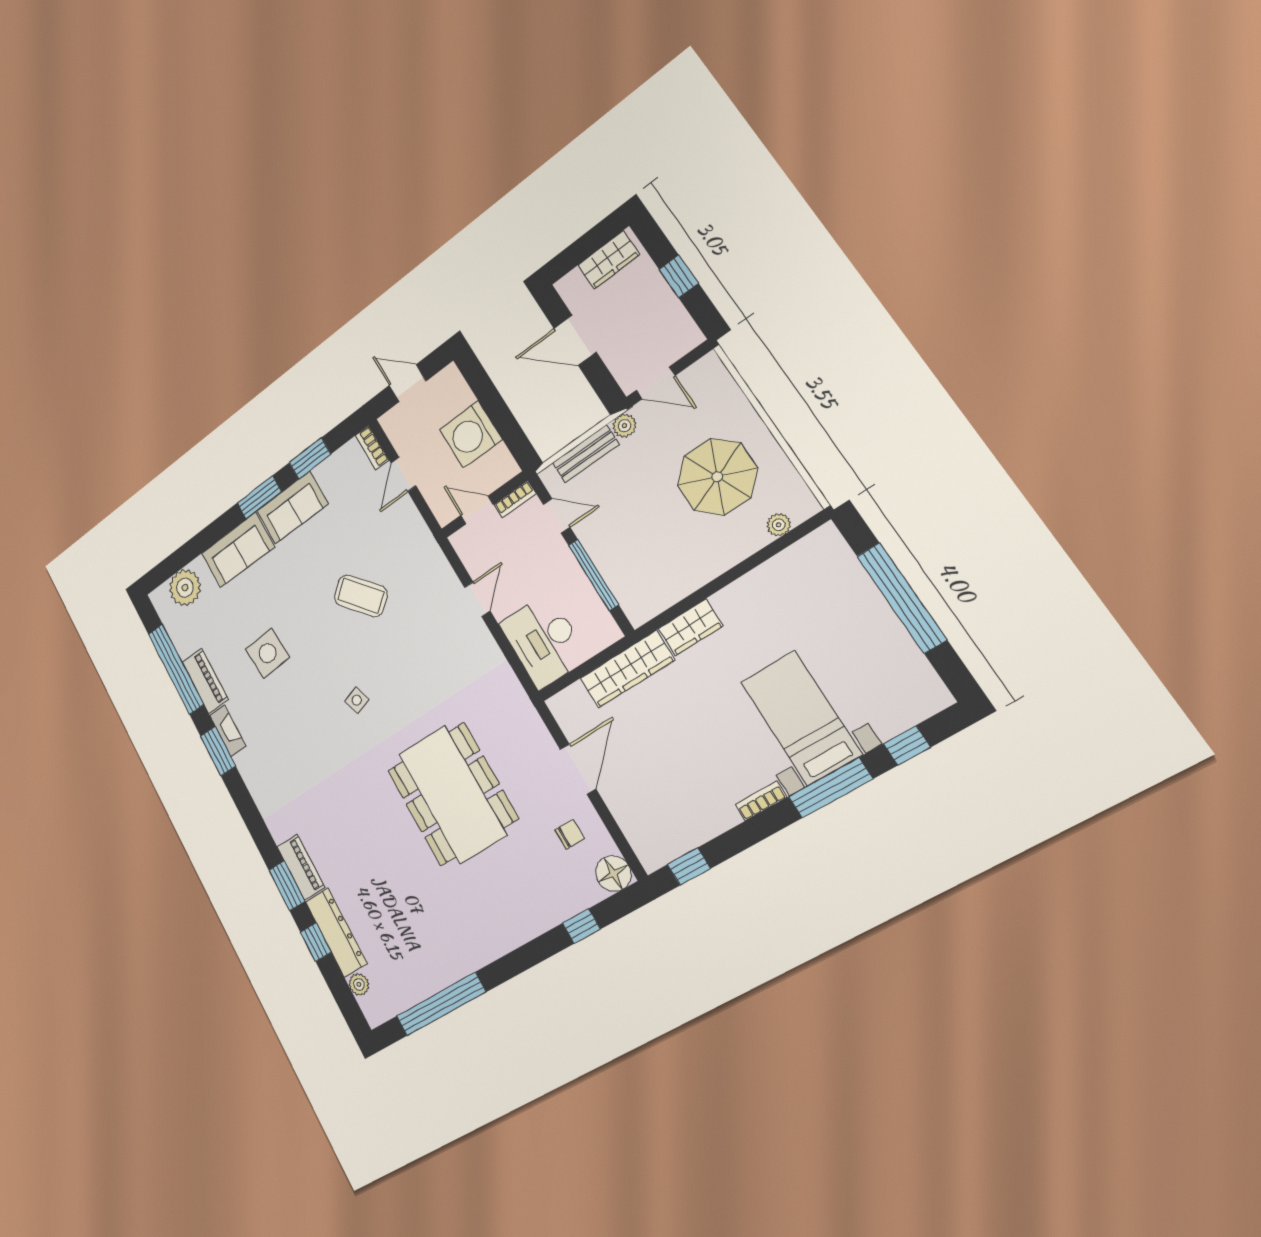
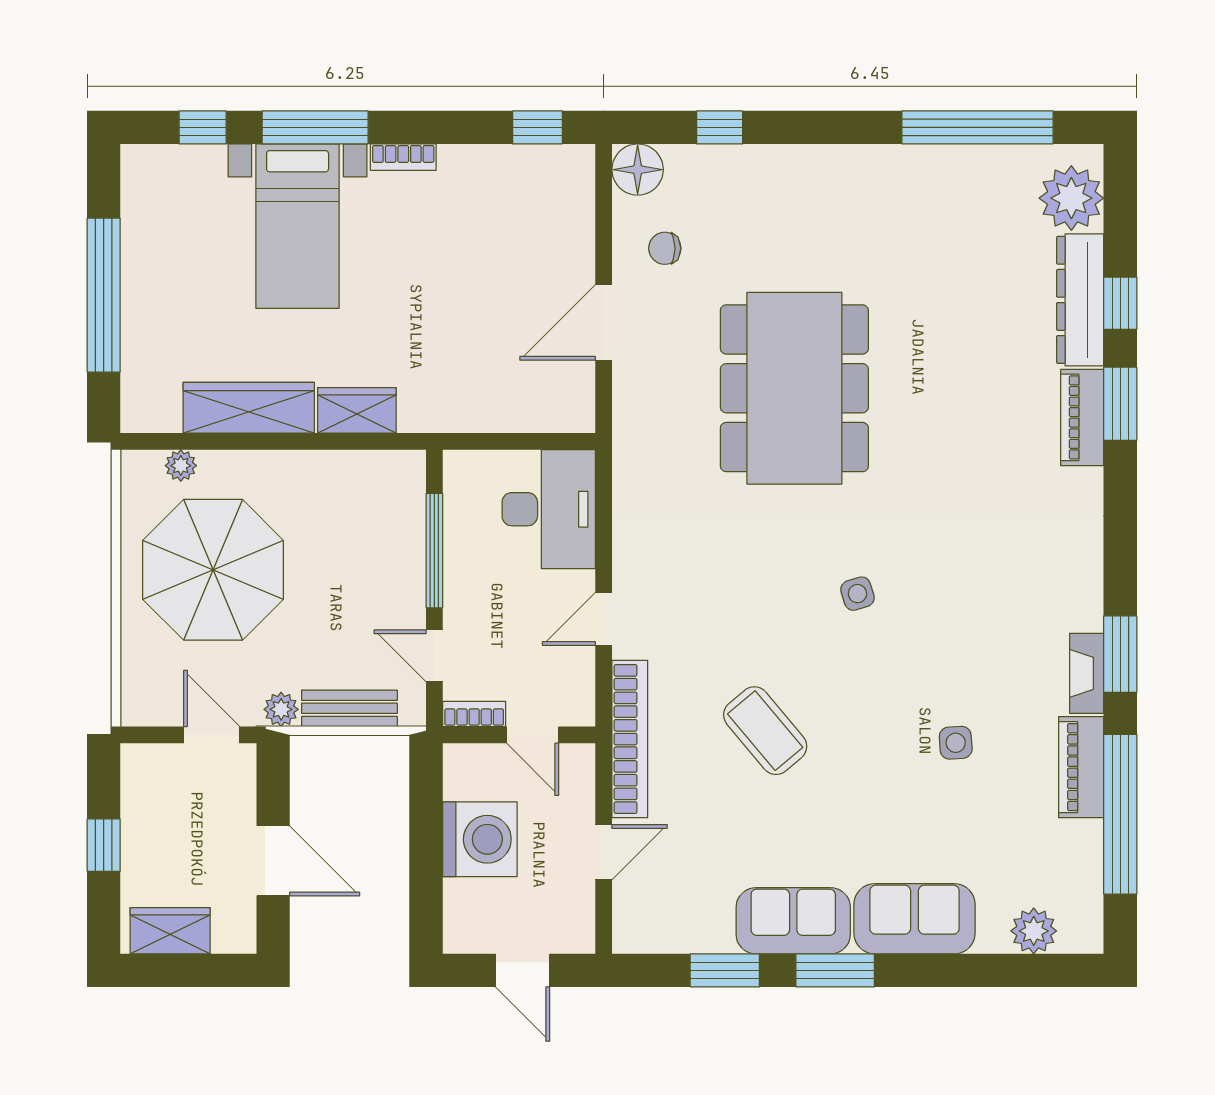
bookcase: (372, 448) -> (630, 739), moved, width x2.31, depth x1.31
parasol: (717, 477) -> (213, 570), width x1.36, depth x1.36
plant: (185, 588) -> (1034, 931), width x0.73, depth x0.73
side table: (268, 653) -> (956, 743), width x0.54, depth x0.54
wardrobe: (627, 669) -> (249, 408), moved
plant: (359, 984) -> (1071, 198), width x1.87, depth x1.87

